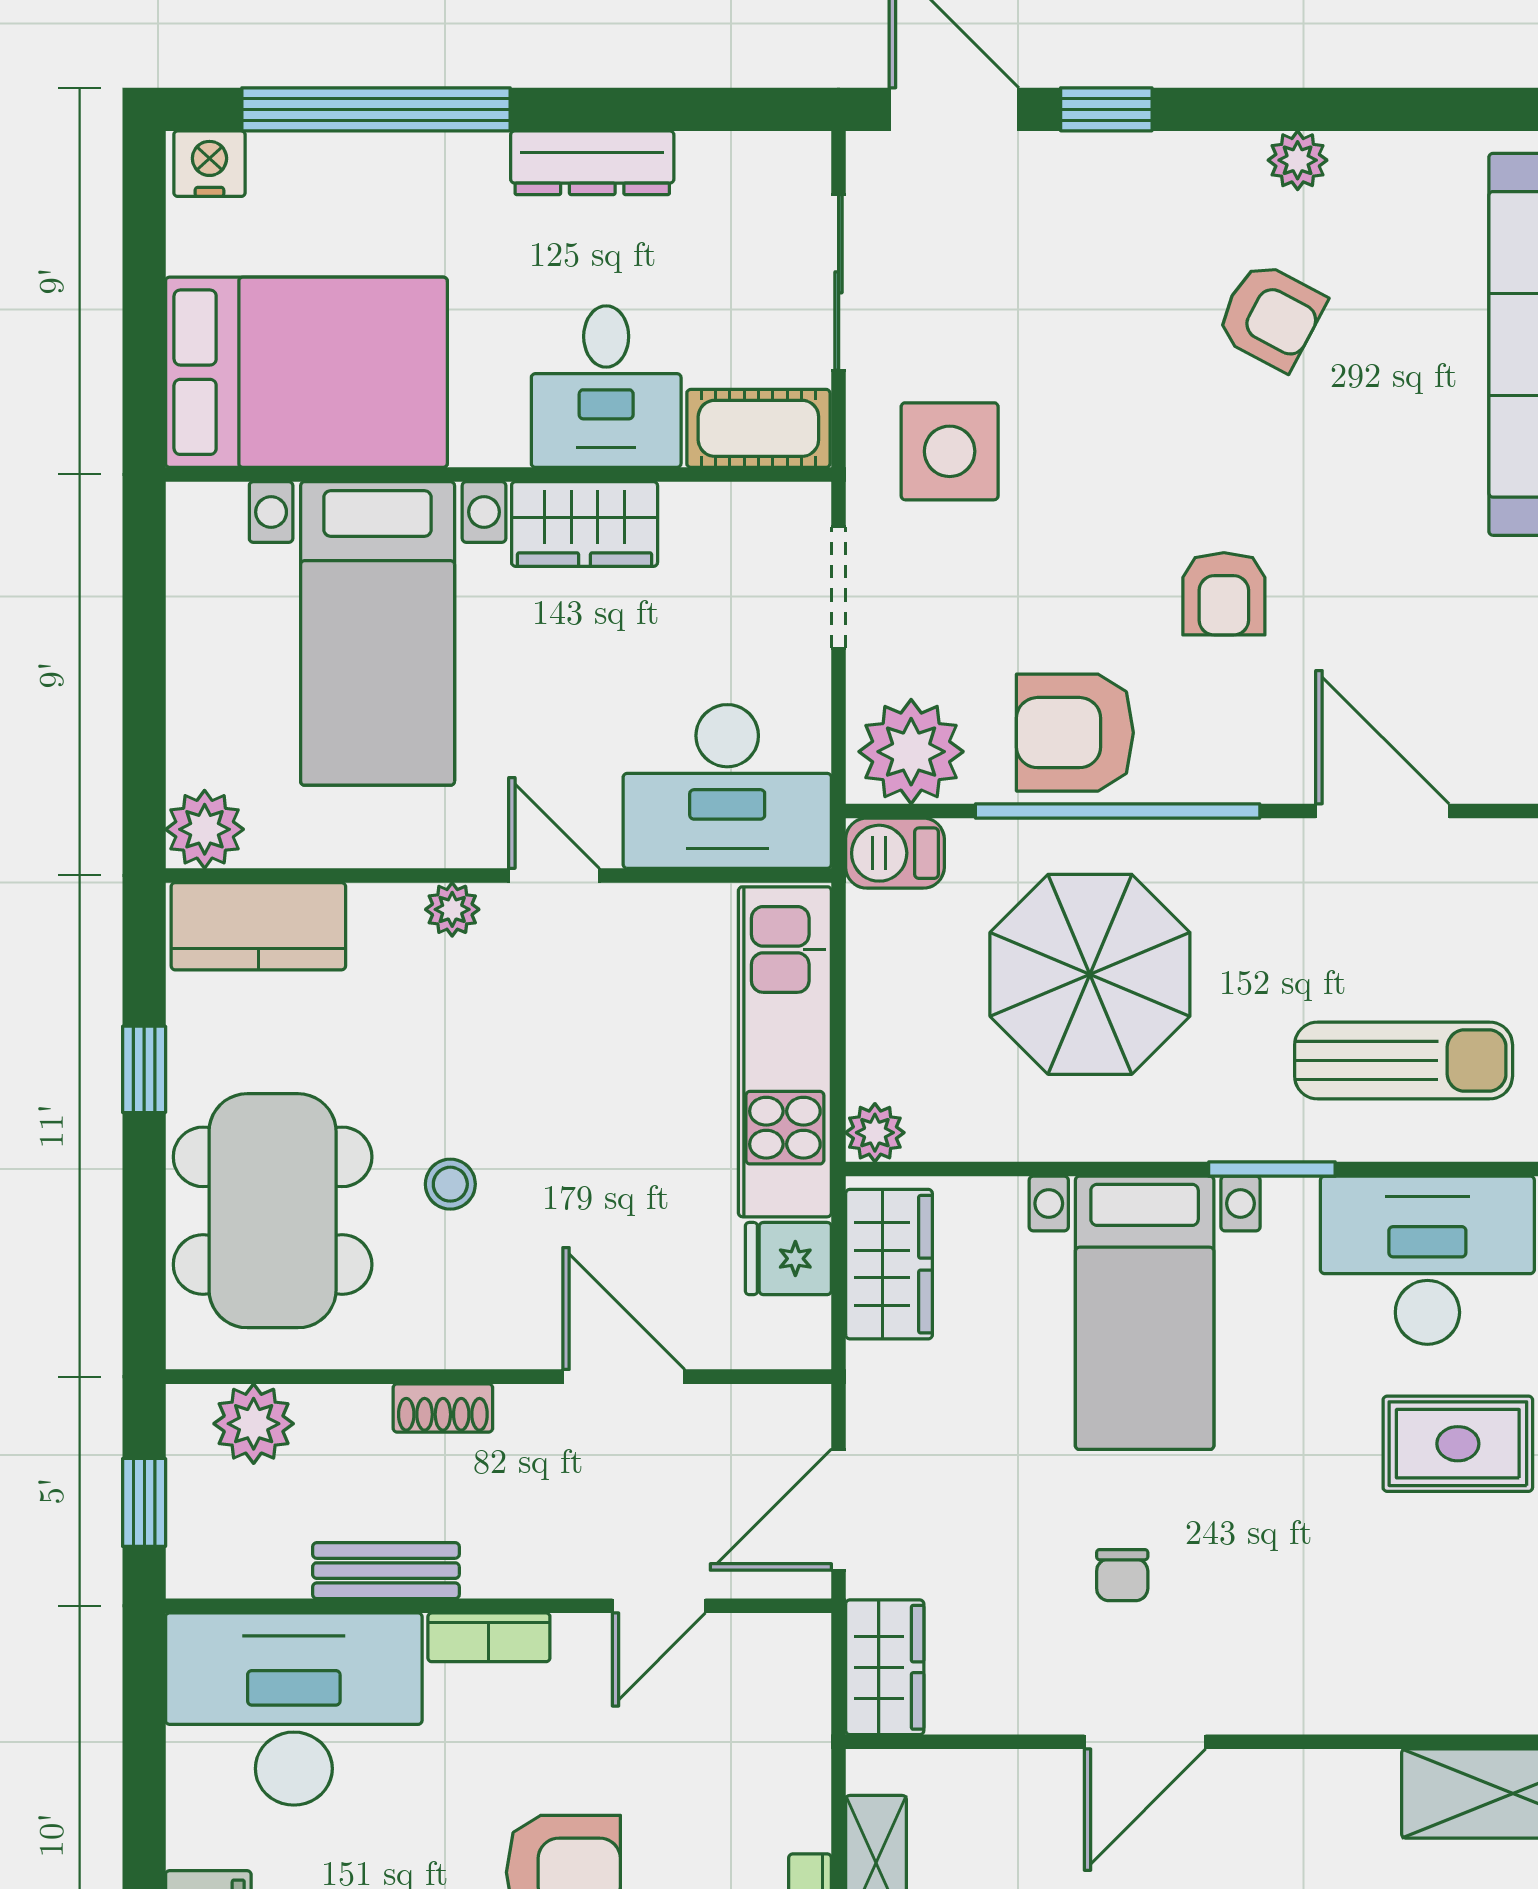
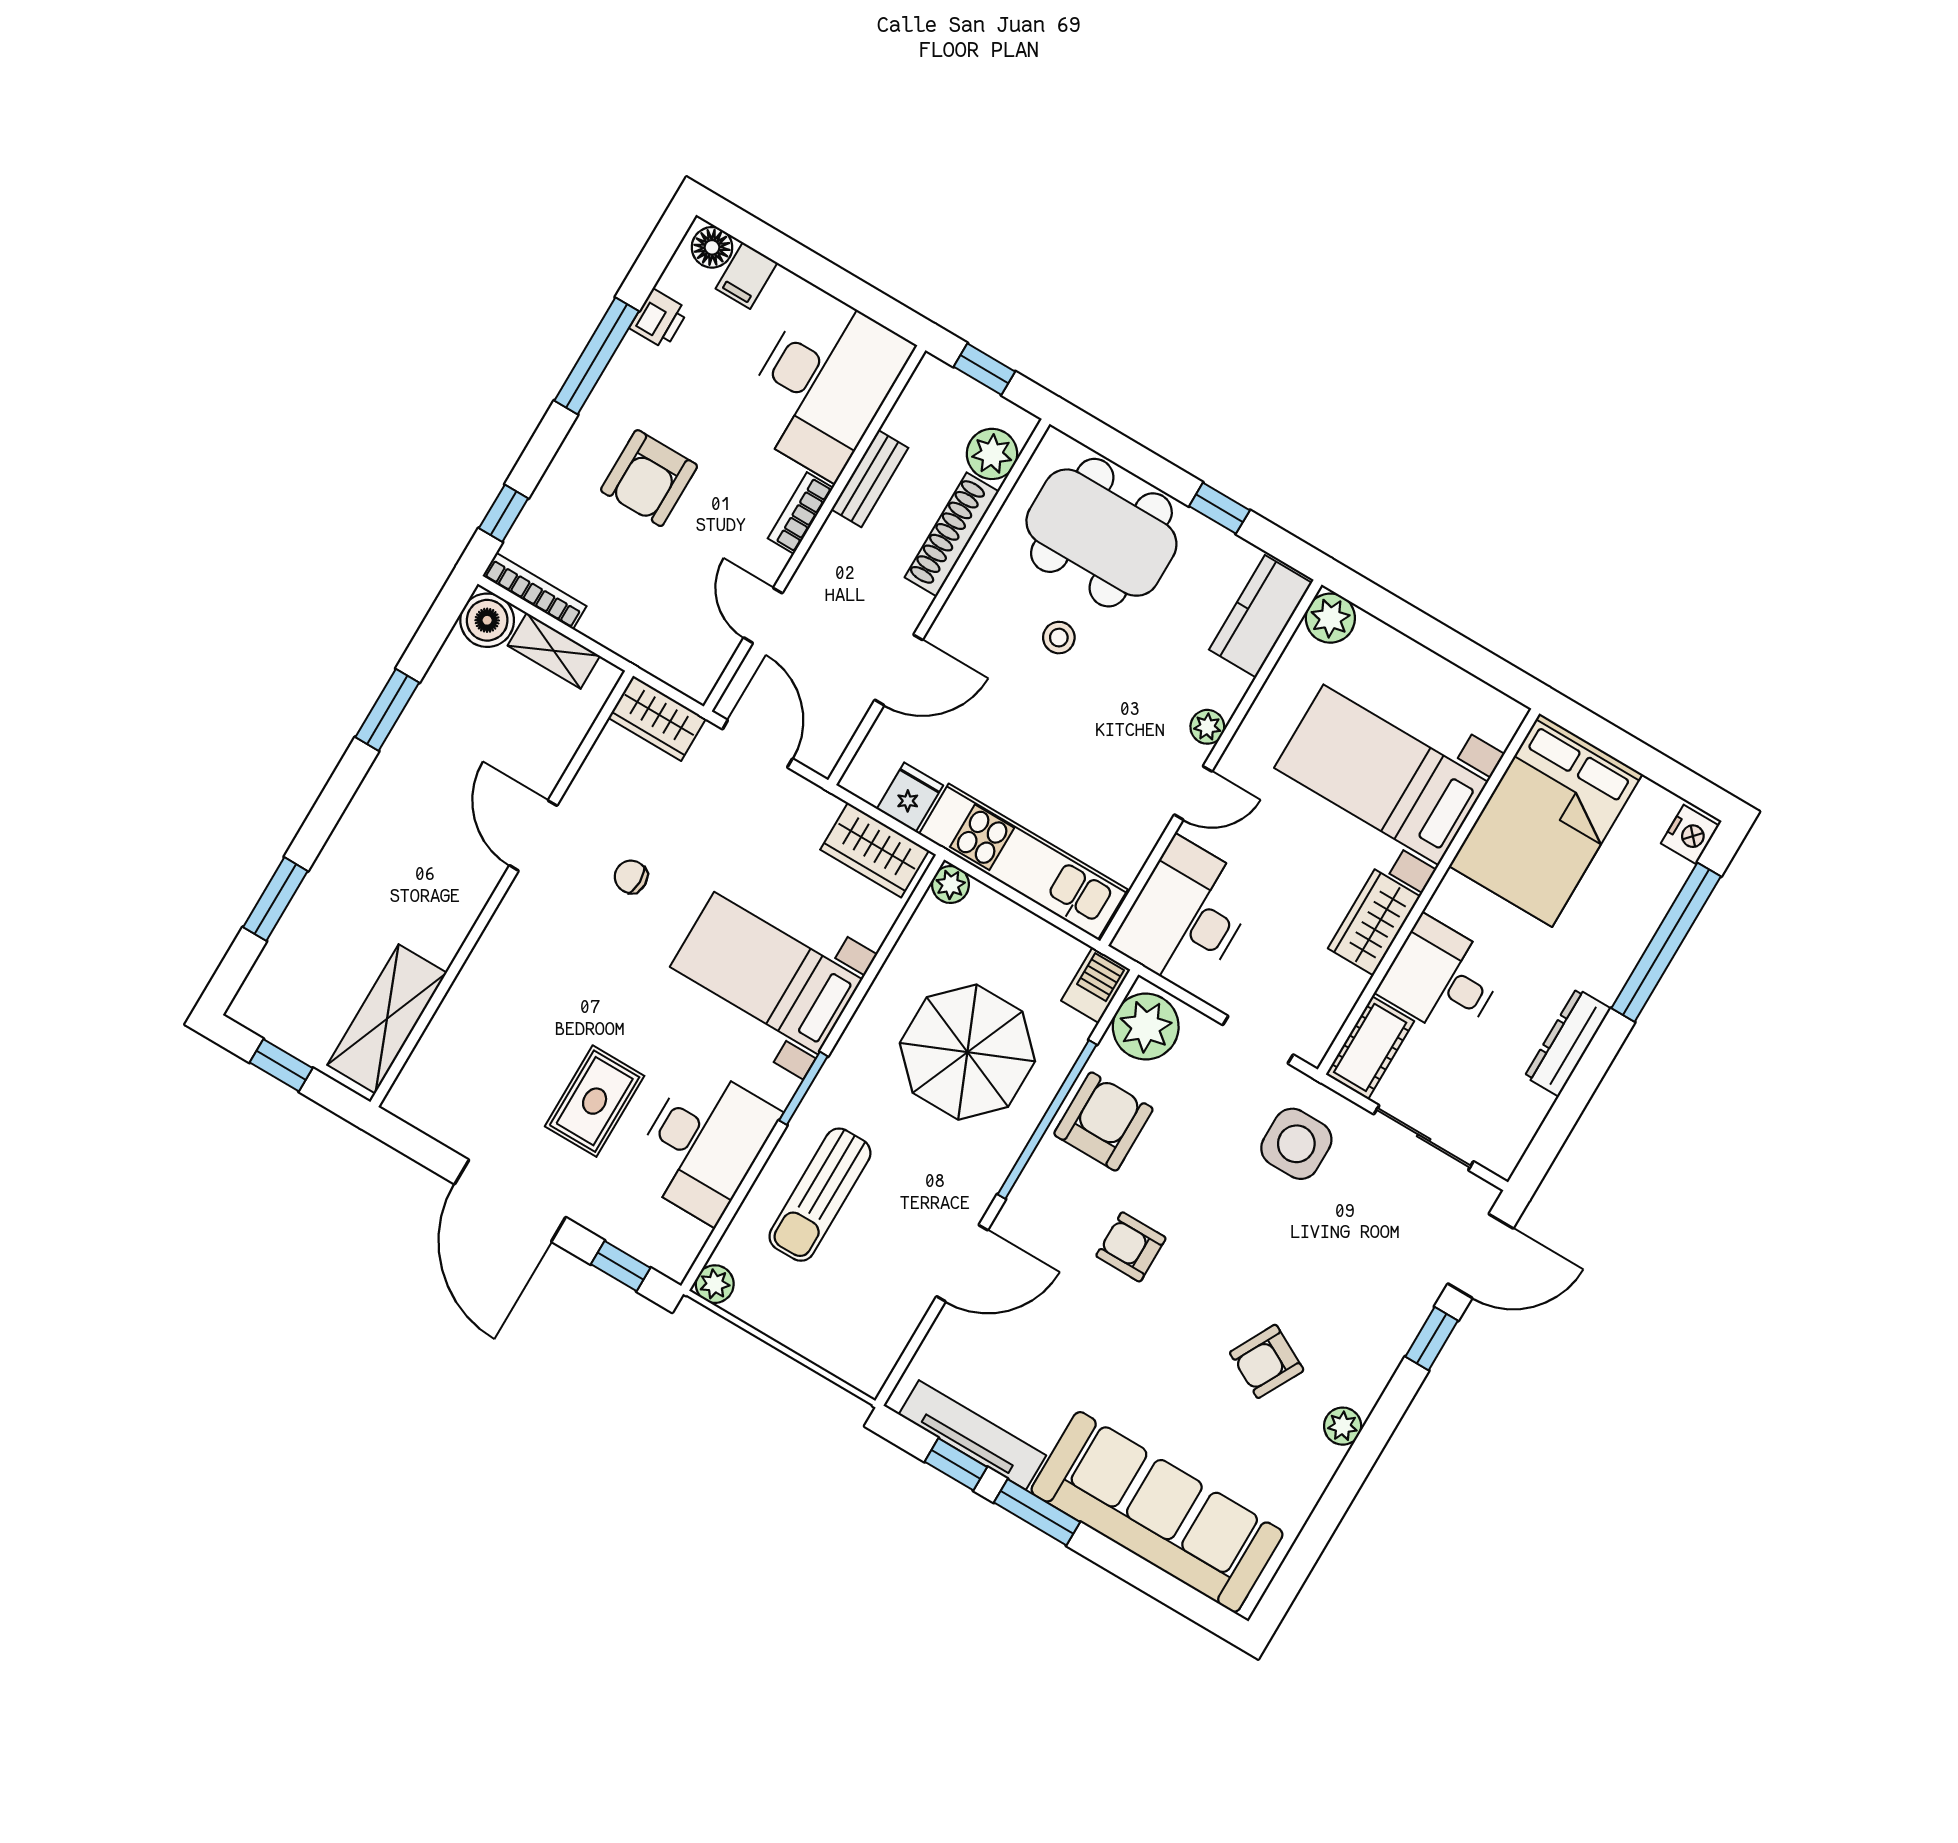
shoe rack: (443, 1408) -> (952, 534), width x1.94, depth x1.24

